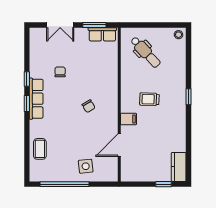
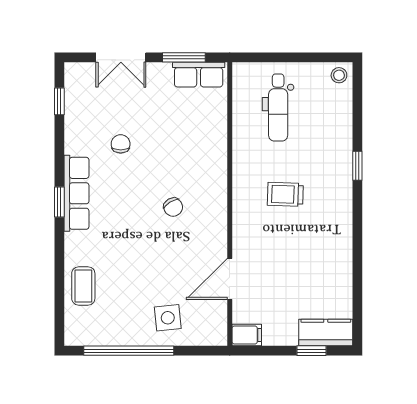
dental chair: (146, 52) -> (278, 107), turned 43
window: (27, 79) -> (59, 101), moved
window: (189, 97) -> (357, 166), moved
filing cabinet: (128, 119) -> (247, 335), moved
kitchen counter: (179, 167) -> (326, 333), moved, turned 90

